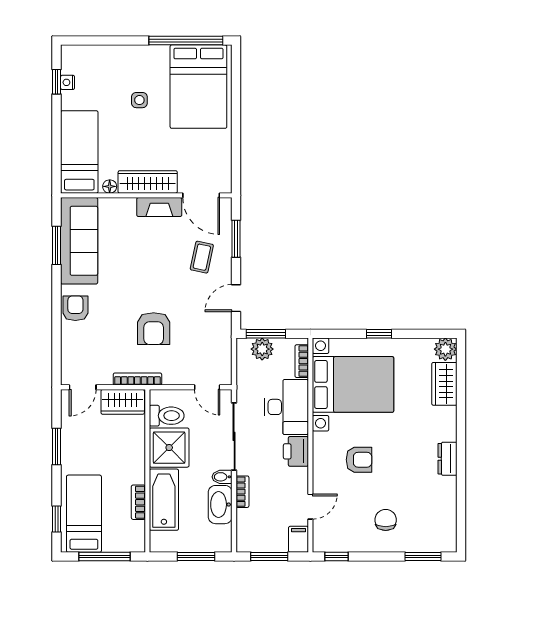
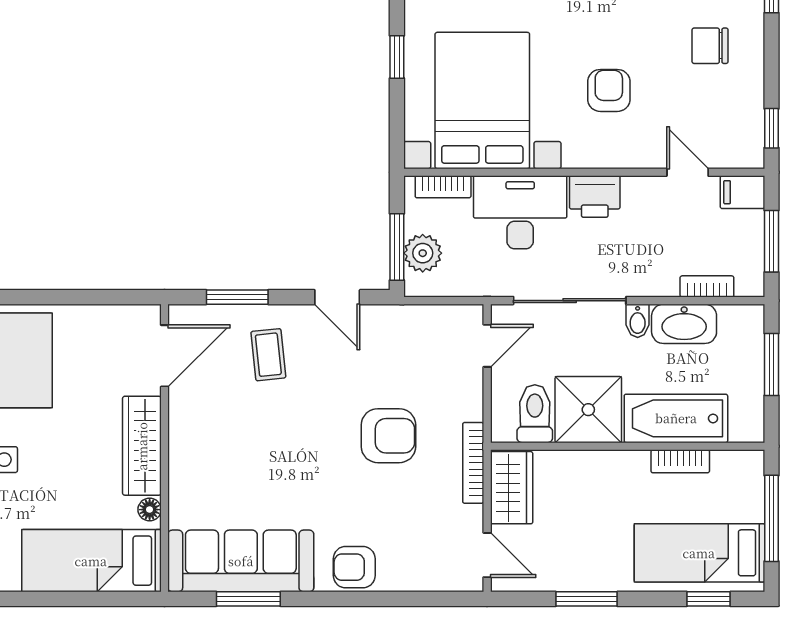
fireplace: (159, 207) -> (184, 426), removed
coffee table: (202, 257) -> (268, 355), turned 72
bookcase: (242, 492) -> (707, 286), moved

